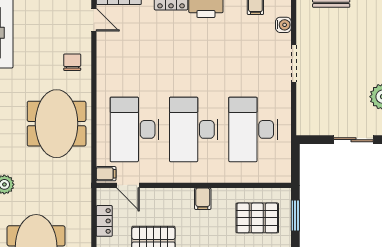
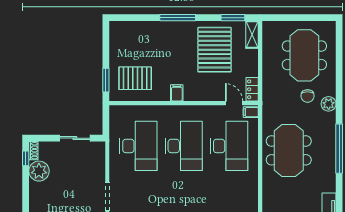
chair: (72, 62) -> (308, 96), moved
sliding door: (353, 140) -> (75, 138), moved
locker: (104, 221) -> (252, 89), moved

